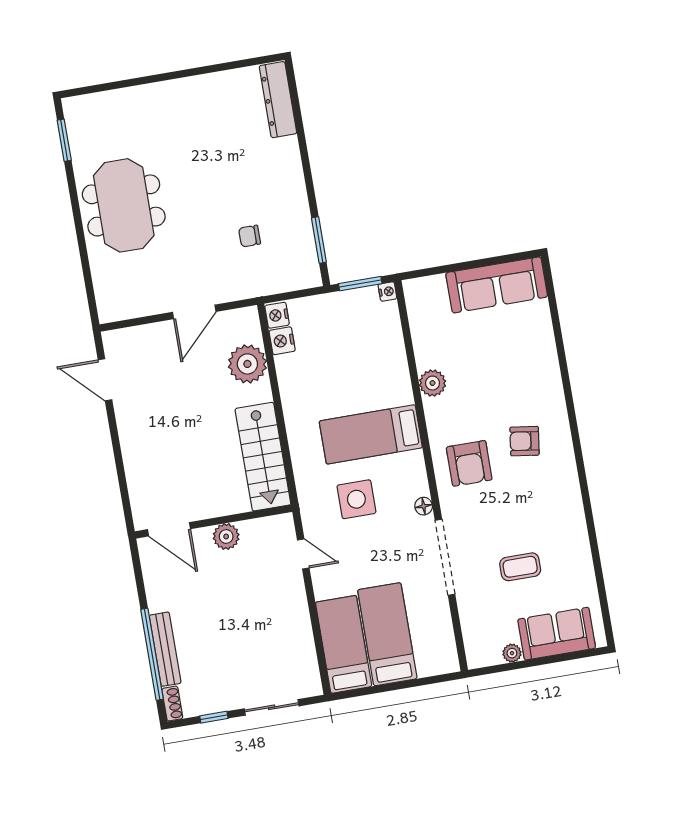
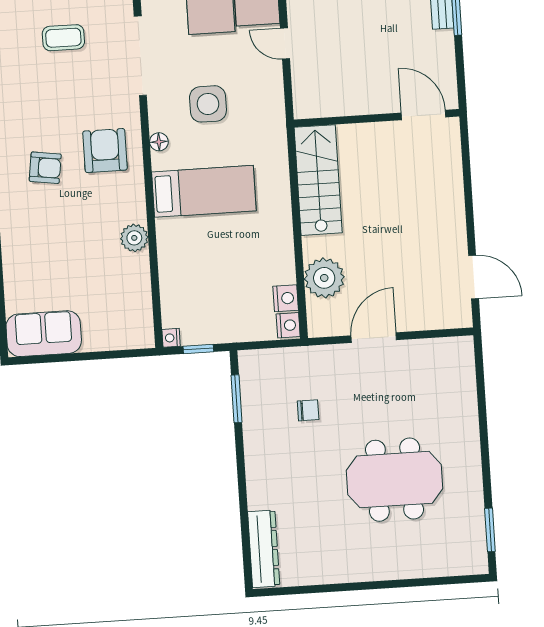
meeting table: (124, 205) -> (395, 480), moved, turned 90
window: (360, 284) -> (198, 349), width x0.67
sofa: (497, 285) -> (44, 334), width x0.73
side table: (356, 499) -> (208, 104), moved
floor lamp: (424, 506) -> (159, 142), moved
plant: (226, 536) -> (365, 101), removed
door: (303, 554) -> (285, 44), moved

